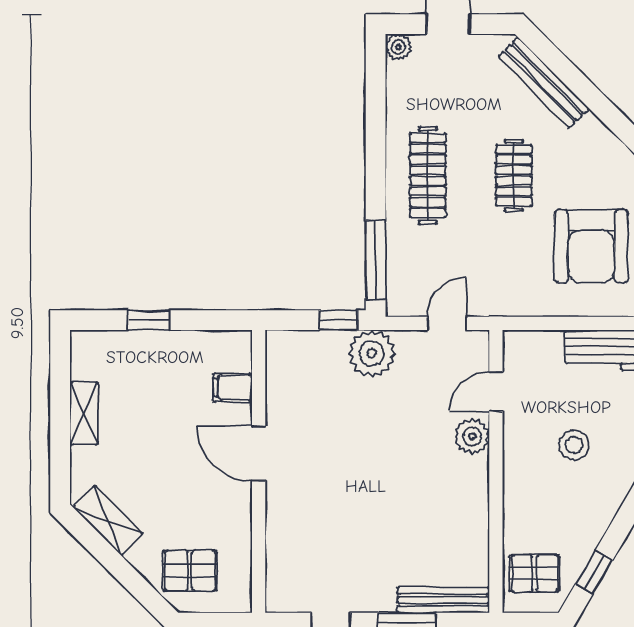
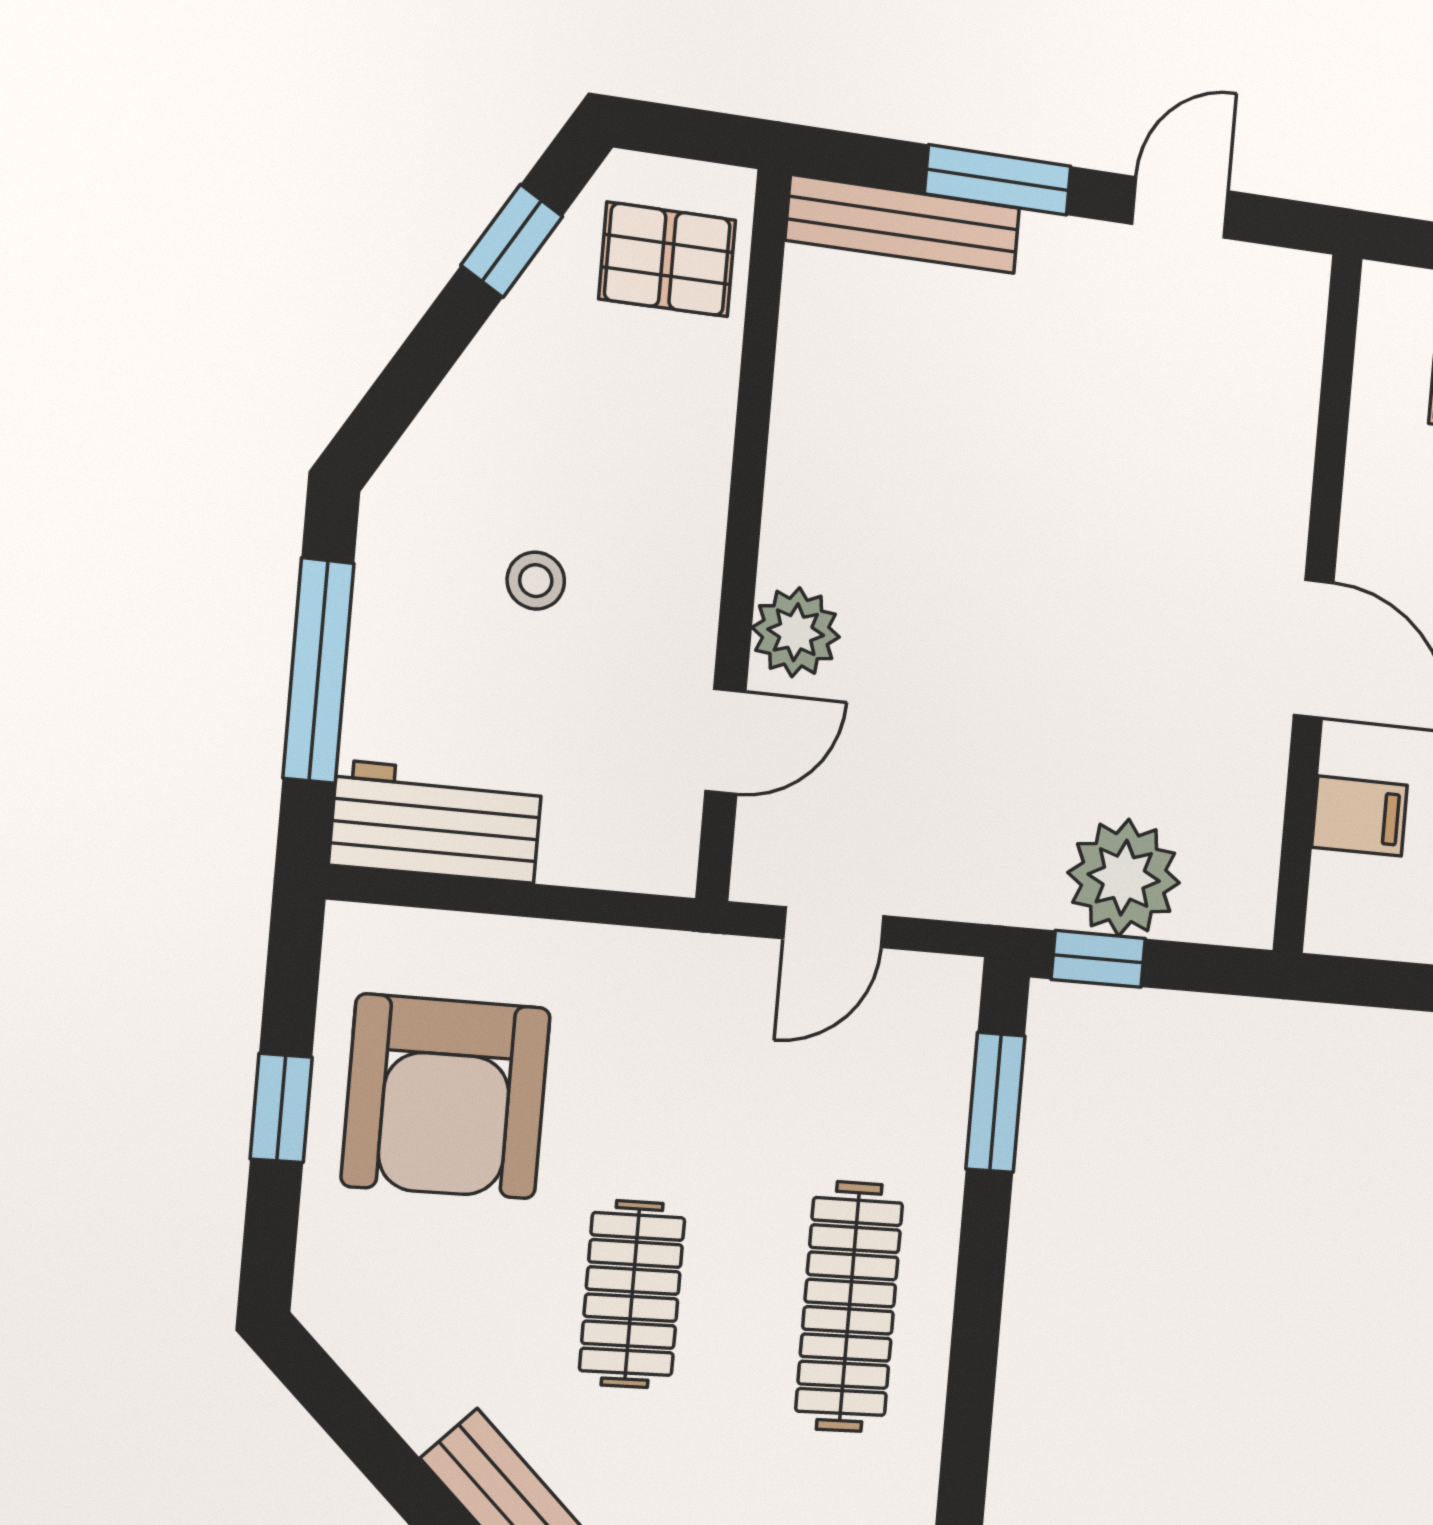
armchair: (591, 246) -> (446, 1097), turned 180
window: (376, 260) -> (995, 1102), width x0.69
plant: (372, 353) -> (1124, 878), moved
stool: (574, 445) -> (536, 581), width x0.73, depth x0.73

